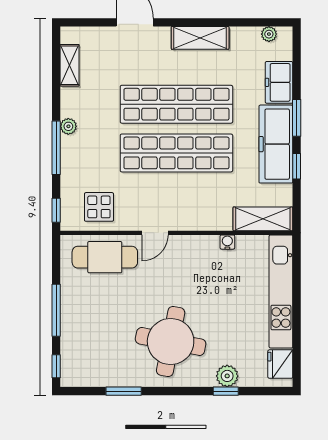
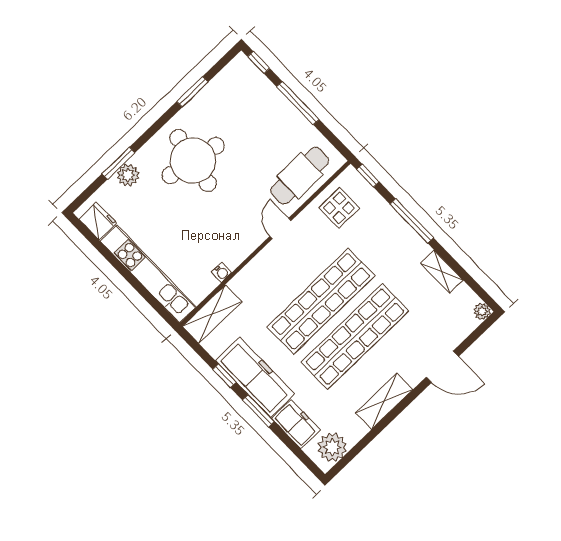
plant: (269, 34) -> (332, 447), width x1.87, depth x1.87
shelving: (70, 65) -> (442, 272), moved
plant: (68, 126) -> (482, 311), moved
window: (226, 391) -> (118, 163), width x1.50

